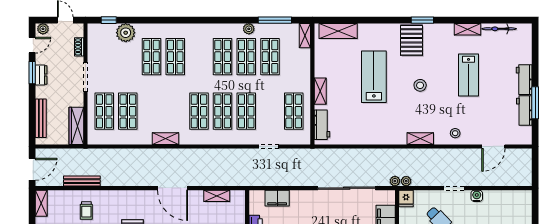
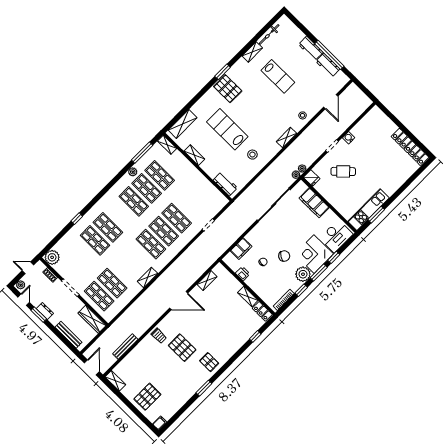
window: (109, 20) -> (77, 219), moved
plant: (126, 33) -> (52, 257), moved
stool: (420, 85) -> (252, 155), moved
shelving: (320, 91) -> (194, 155), moved
window: (535, 103) -> (329, 55), width x1.46
shop shelf: (294, 111) -> (202, 192), removed
trolley: (86, 210) -> (159, 336), moved

